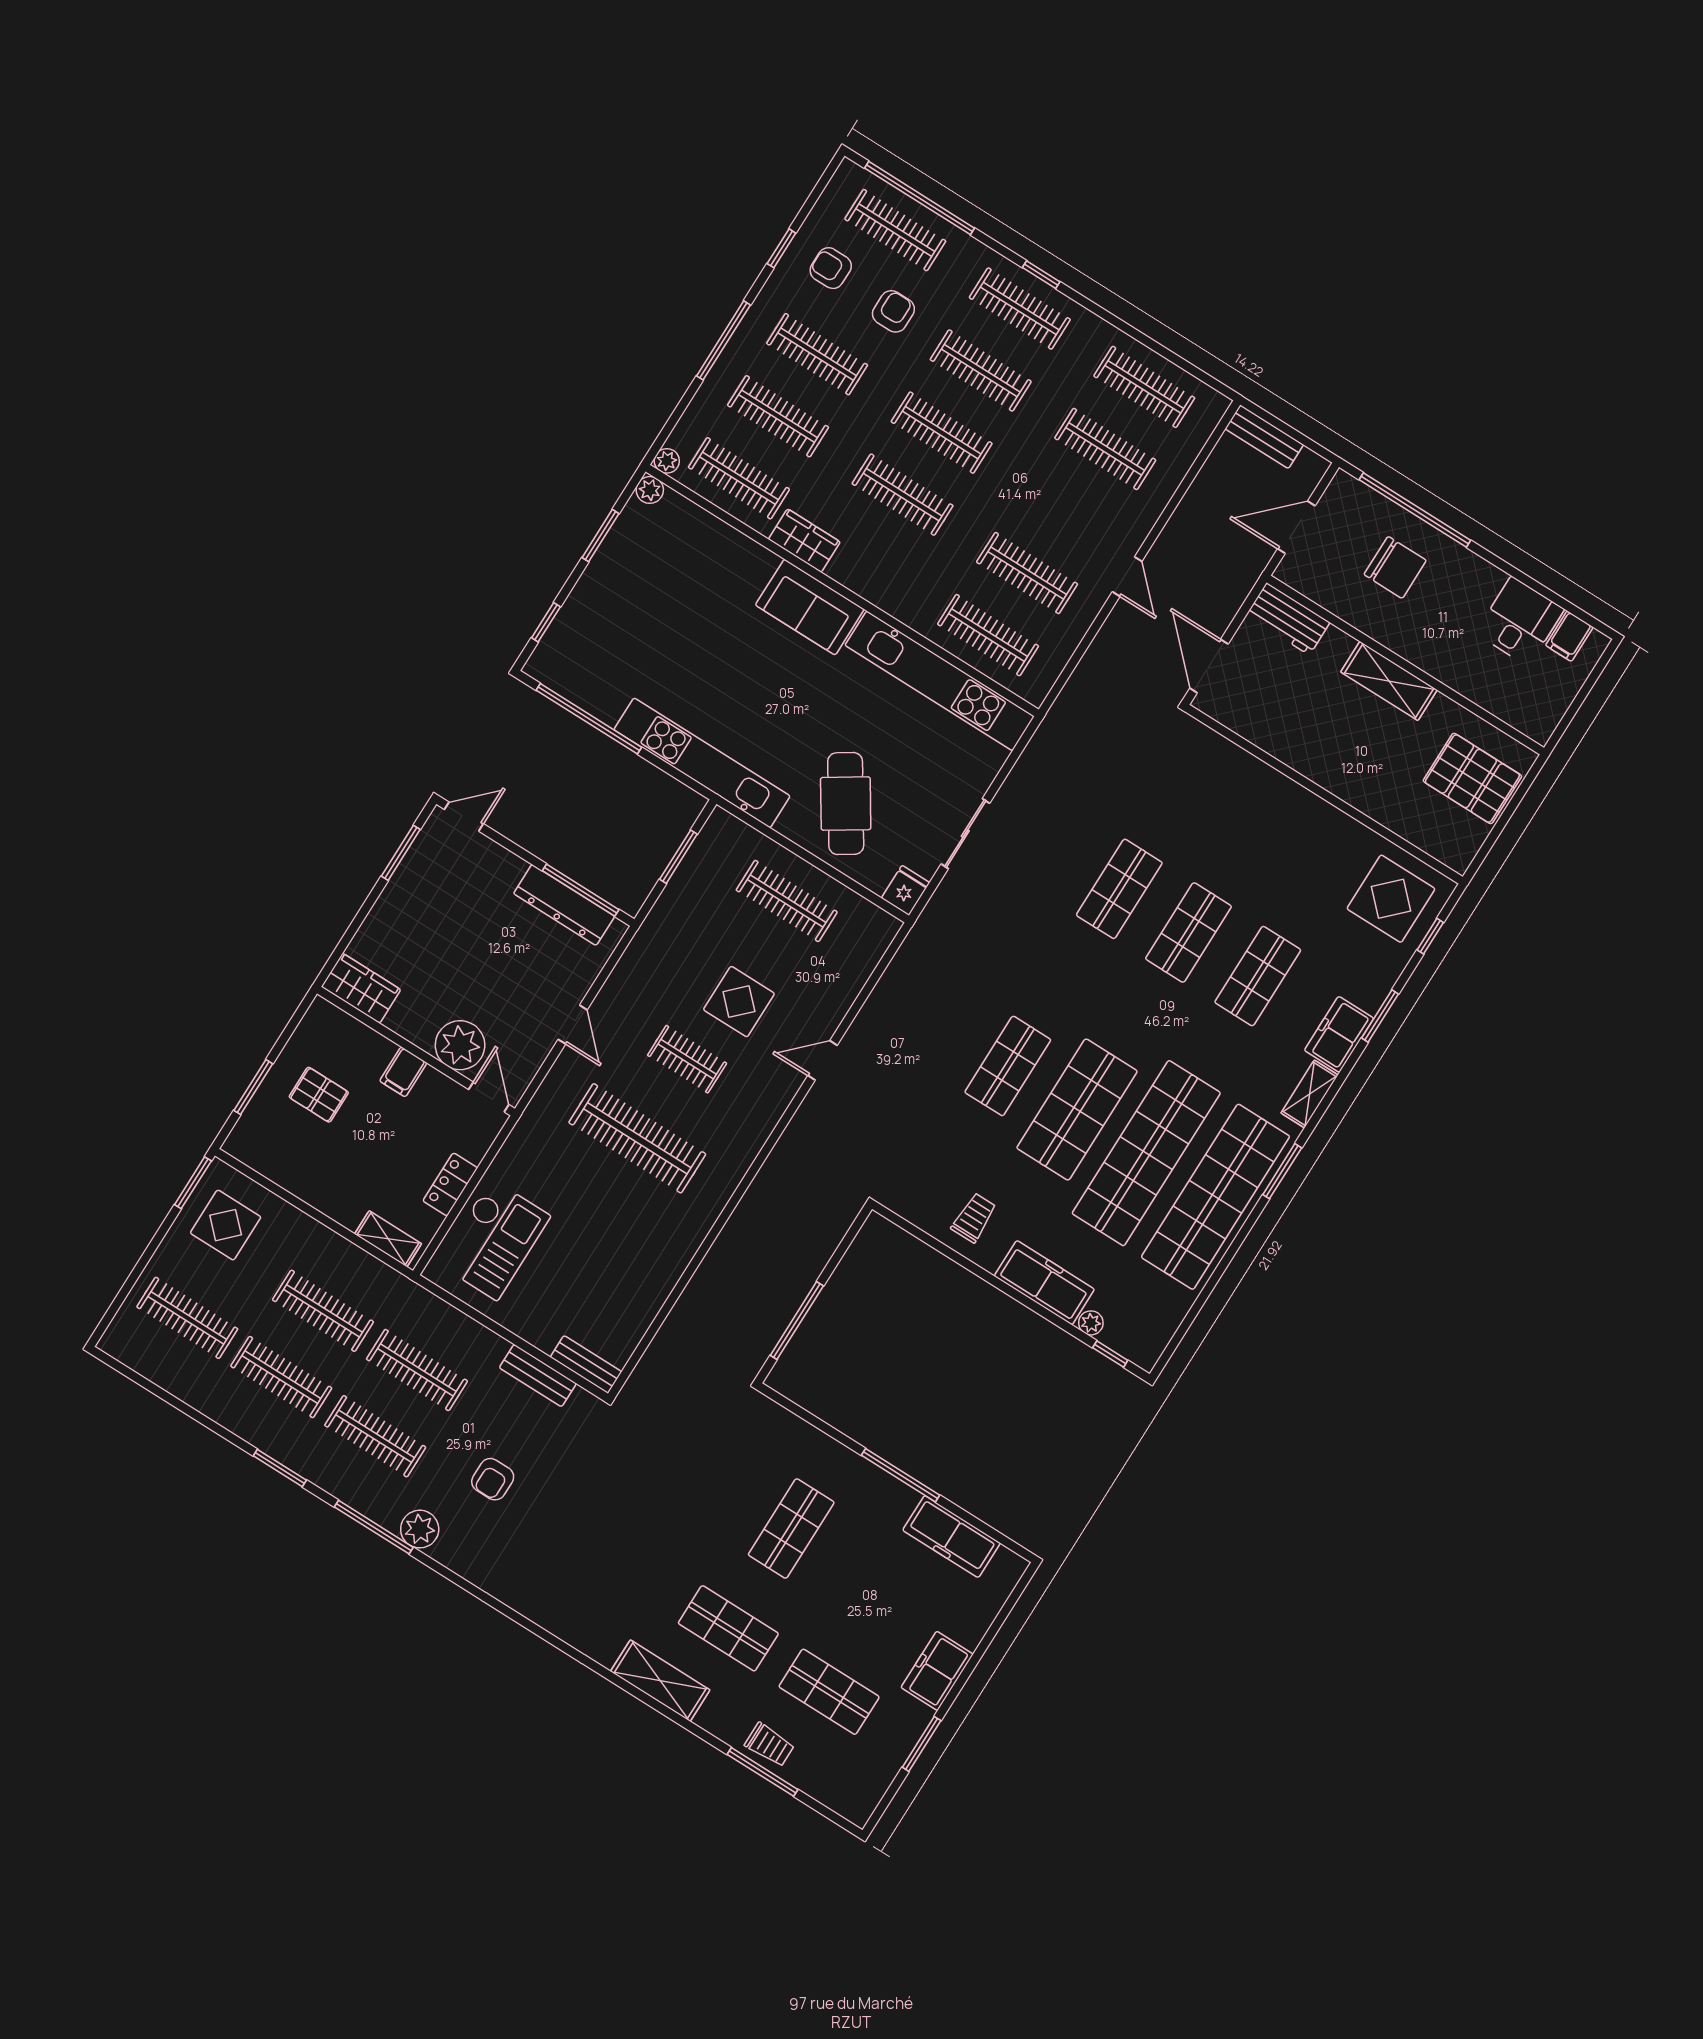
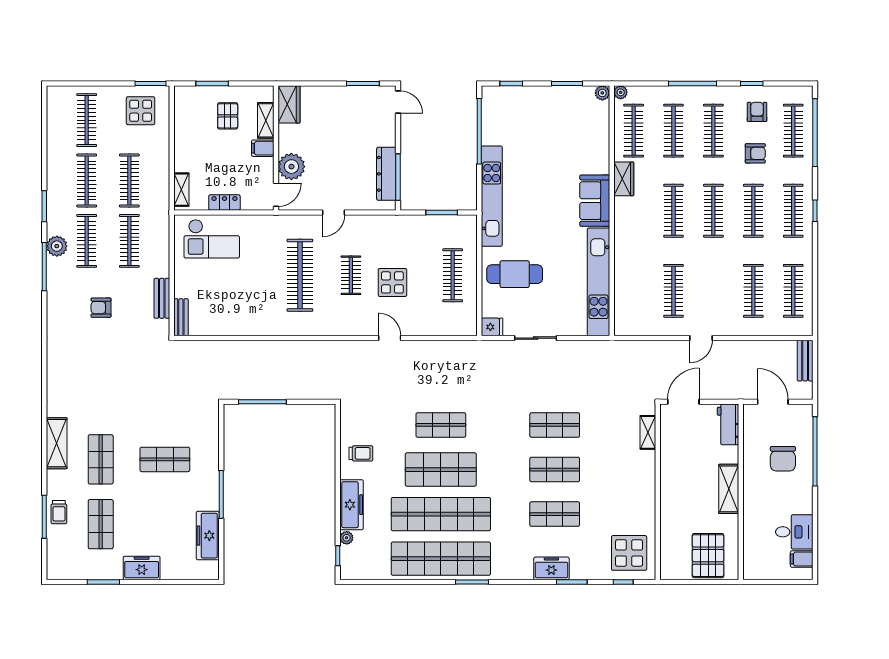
clothes rail: (988, 635) -> (634, 291), removed
cafe table: (846, 804) -> (515, 274), turned 33
shelving: (363, 1040) -> (266, 120), added
shelving: (1310, 1094) -> (648, 432), moved, turned 90
plant: (420, 1529) -> (57, 246), moved

